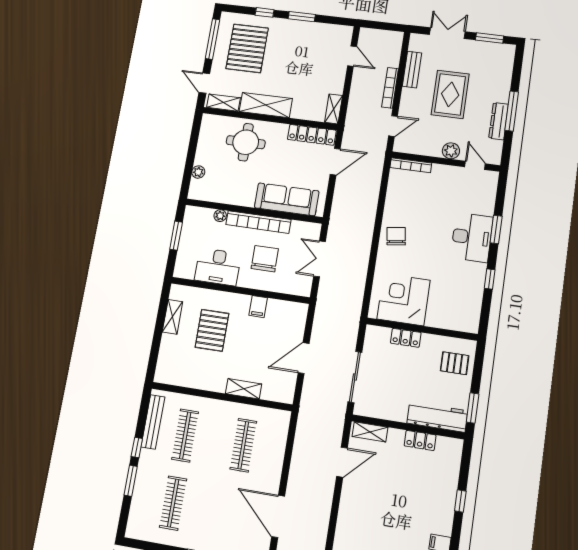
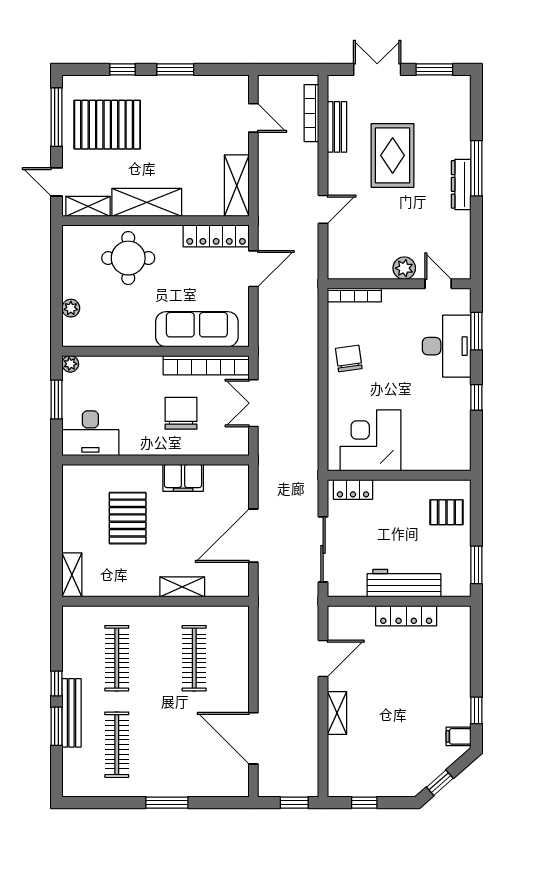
pallet: (247, 48) -> (107, 125), turned 90
bookcase: (390, 88) -> (311, 113), moved
shelving: (334, 109) -> (237, 186), width x1.50, depth x1.33
plant: (451, 151) -> (404, 268), moved
wall: (446, 162) -> (399, 284), moved
bookcase: (411, 165) -> (354, 295), moved
door: (475, 165) -> (438, 284), moved
plant: (220, 216) -> (70, 364), moved
bookcase: (258, 222) -> (206, 365), moved
desk: (218, 267) -> (90, 433), moved
filing cabinet: (258, 307) -> (183, 478), width x2.00
shelving: (173, 317) -> (72, 575), moved
locker: (406, 338) -> (353, 489), moved
door: (304, 358) -> (253, 536), width x1.36
workbench: (437, 417) -> (404, 583), moved
bench: (153, 422) -> (72, 713), moved
shelving: (370, 432) -> (337, 713), moved, turned 90
locker: (420, 440) -> (406, 616), width x1.53
window: (460, 501) -> (476, 710), moved

